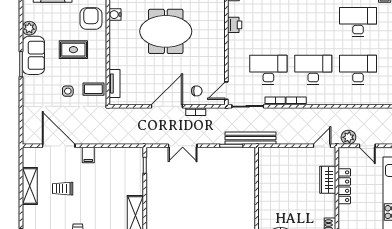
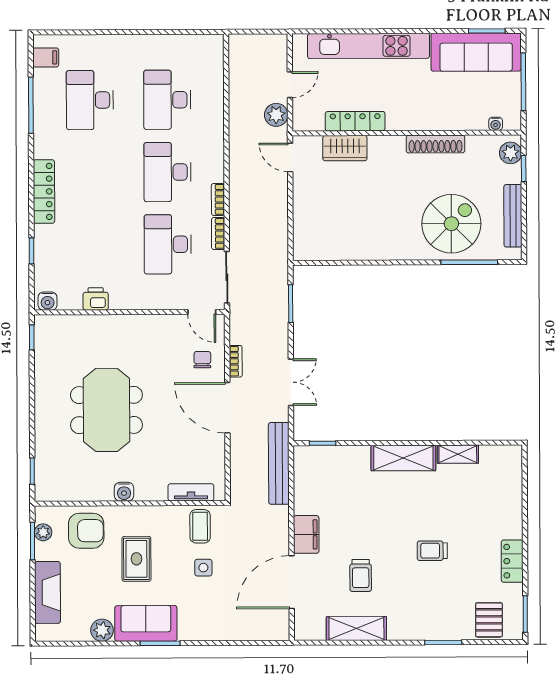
water cooler: (115, 15) -> (124, 492), moved
armchair: (91, 19) -> (86, 531), turned 180
bench: (250, 138) -> (279, 463), moved
filing cabinet: (88, 155) -> (306, 534), width x2.00

